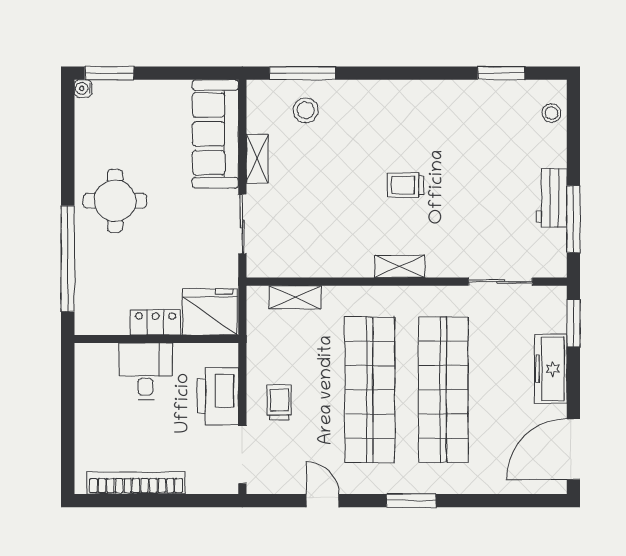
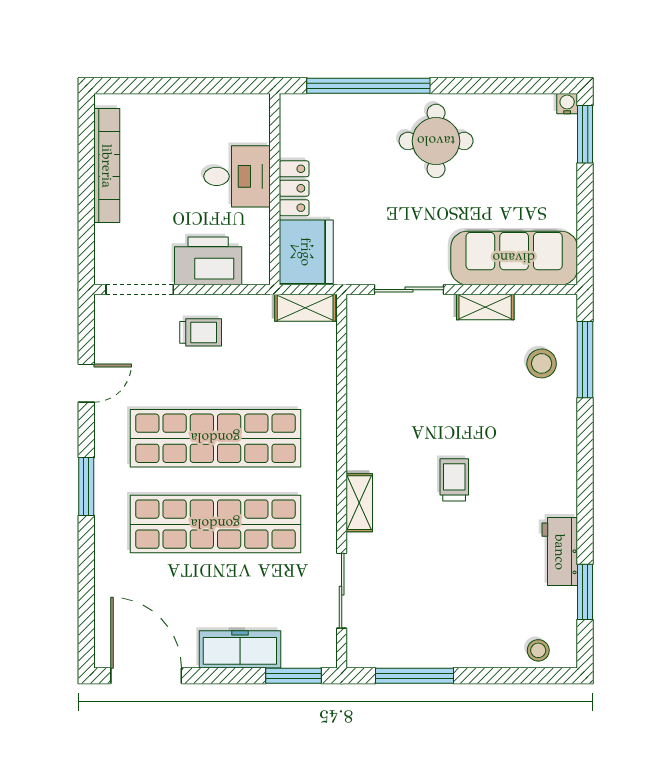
workbench: (552, 198) -> (560, 552), moved, turned -90
shelving: (400, 266) -> (359, 503), moved
shelving: (295, 297) -> (305, 308), moved, turned 90

